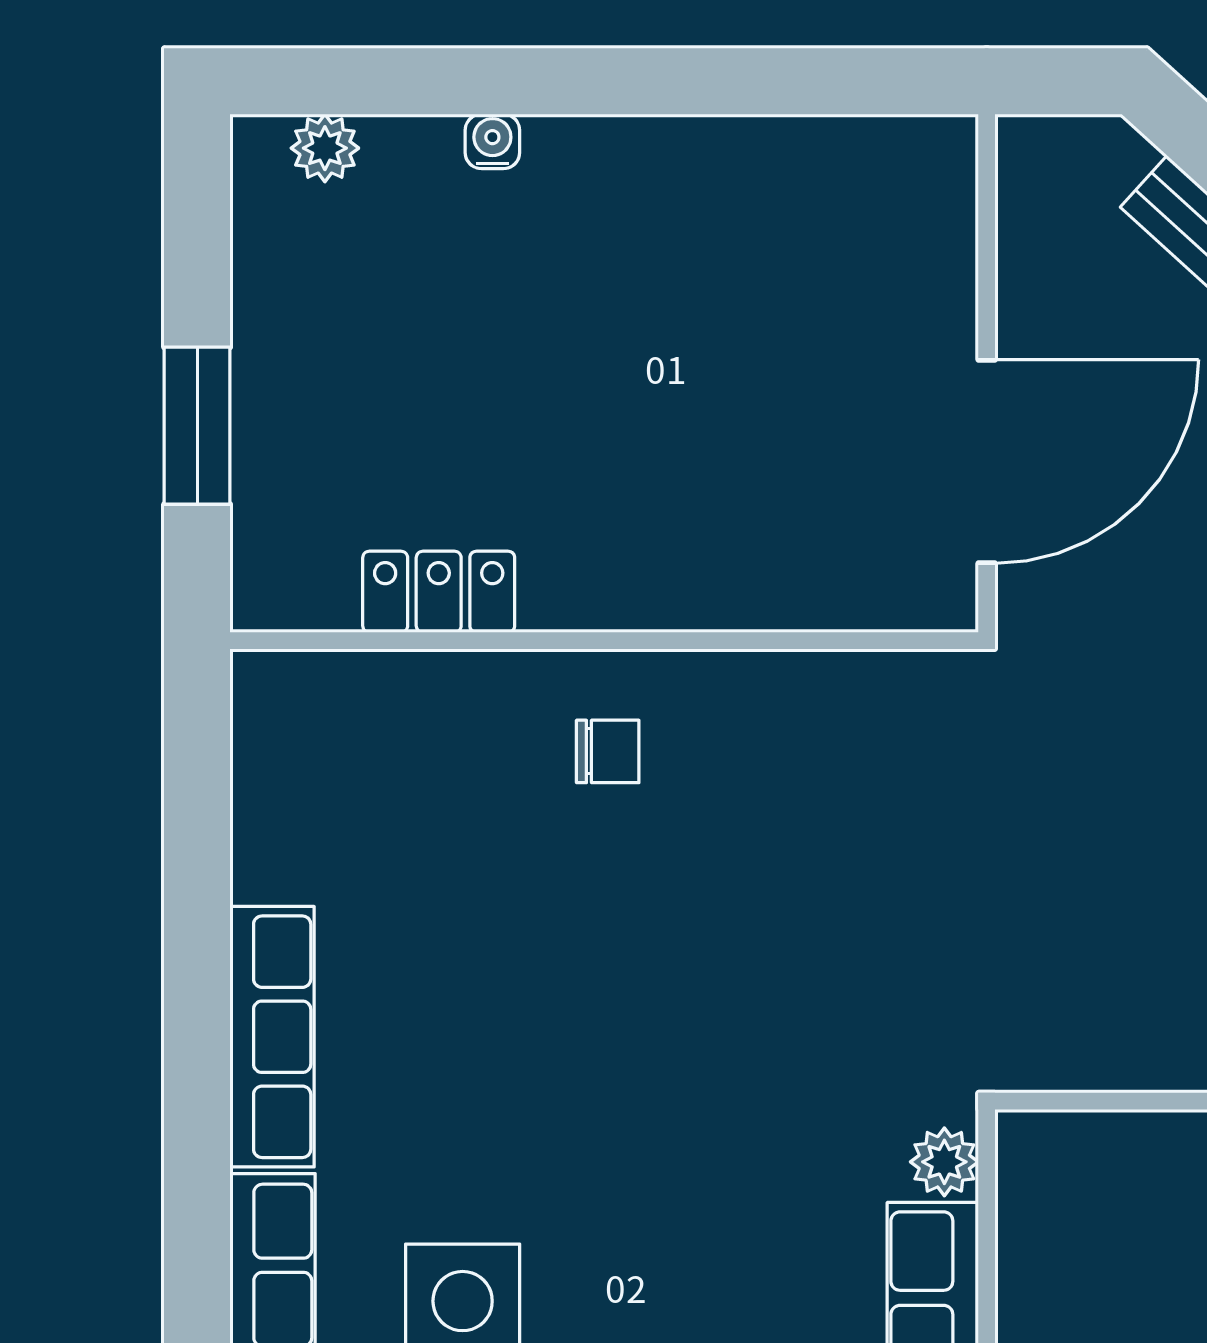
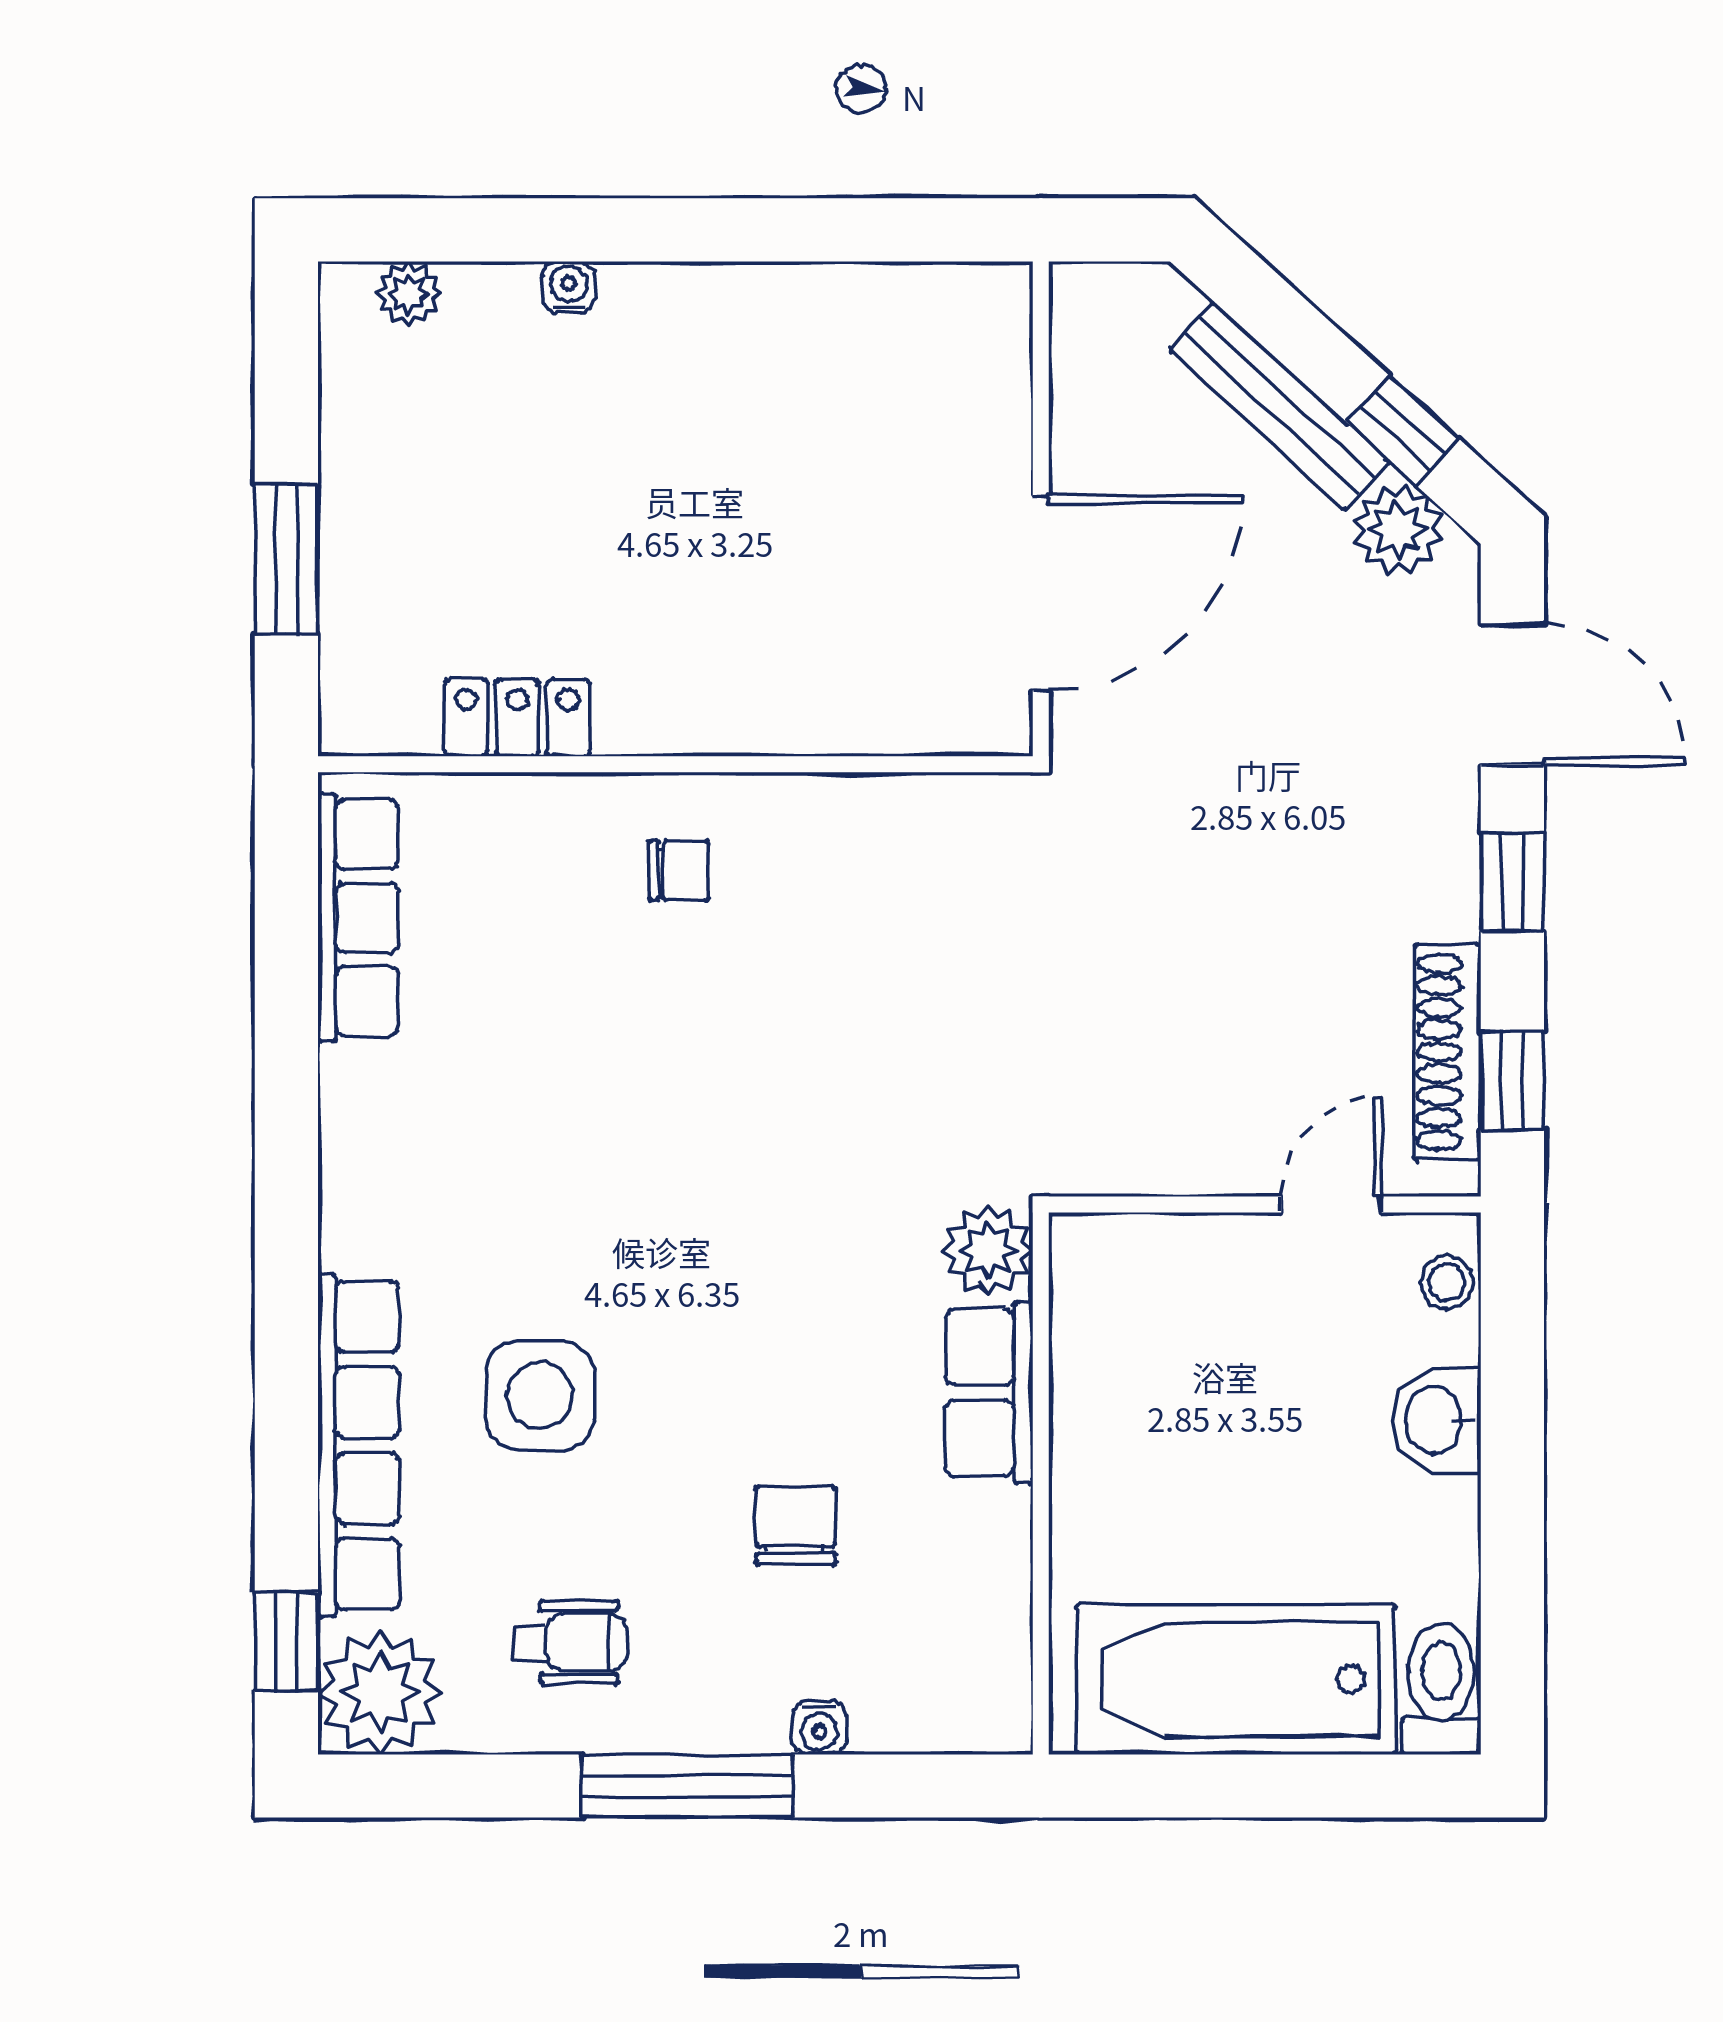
row of seats: (272, 1037) -> (358, 918), moved
plant: (944, 1162) -> (988, 1250), width x1.38, depth x1.38

